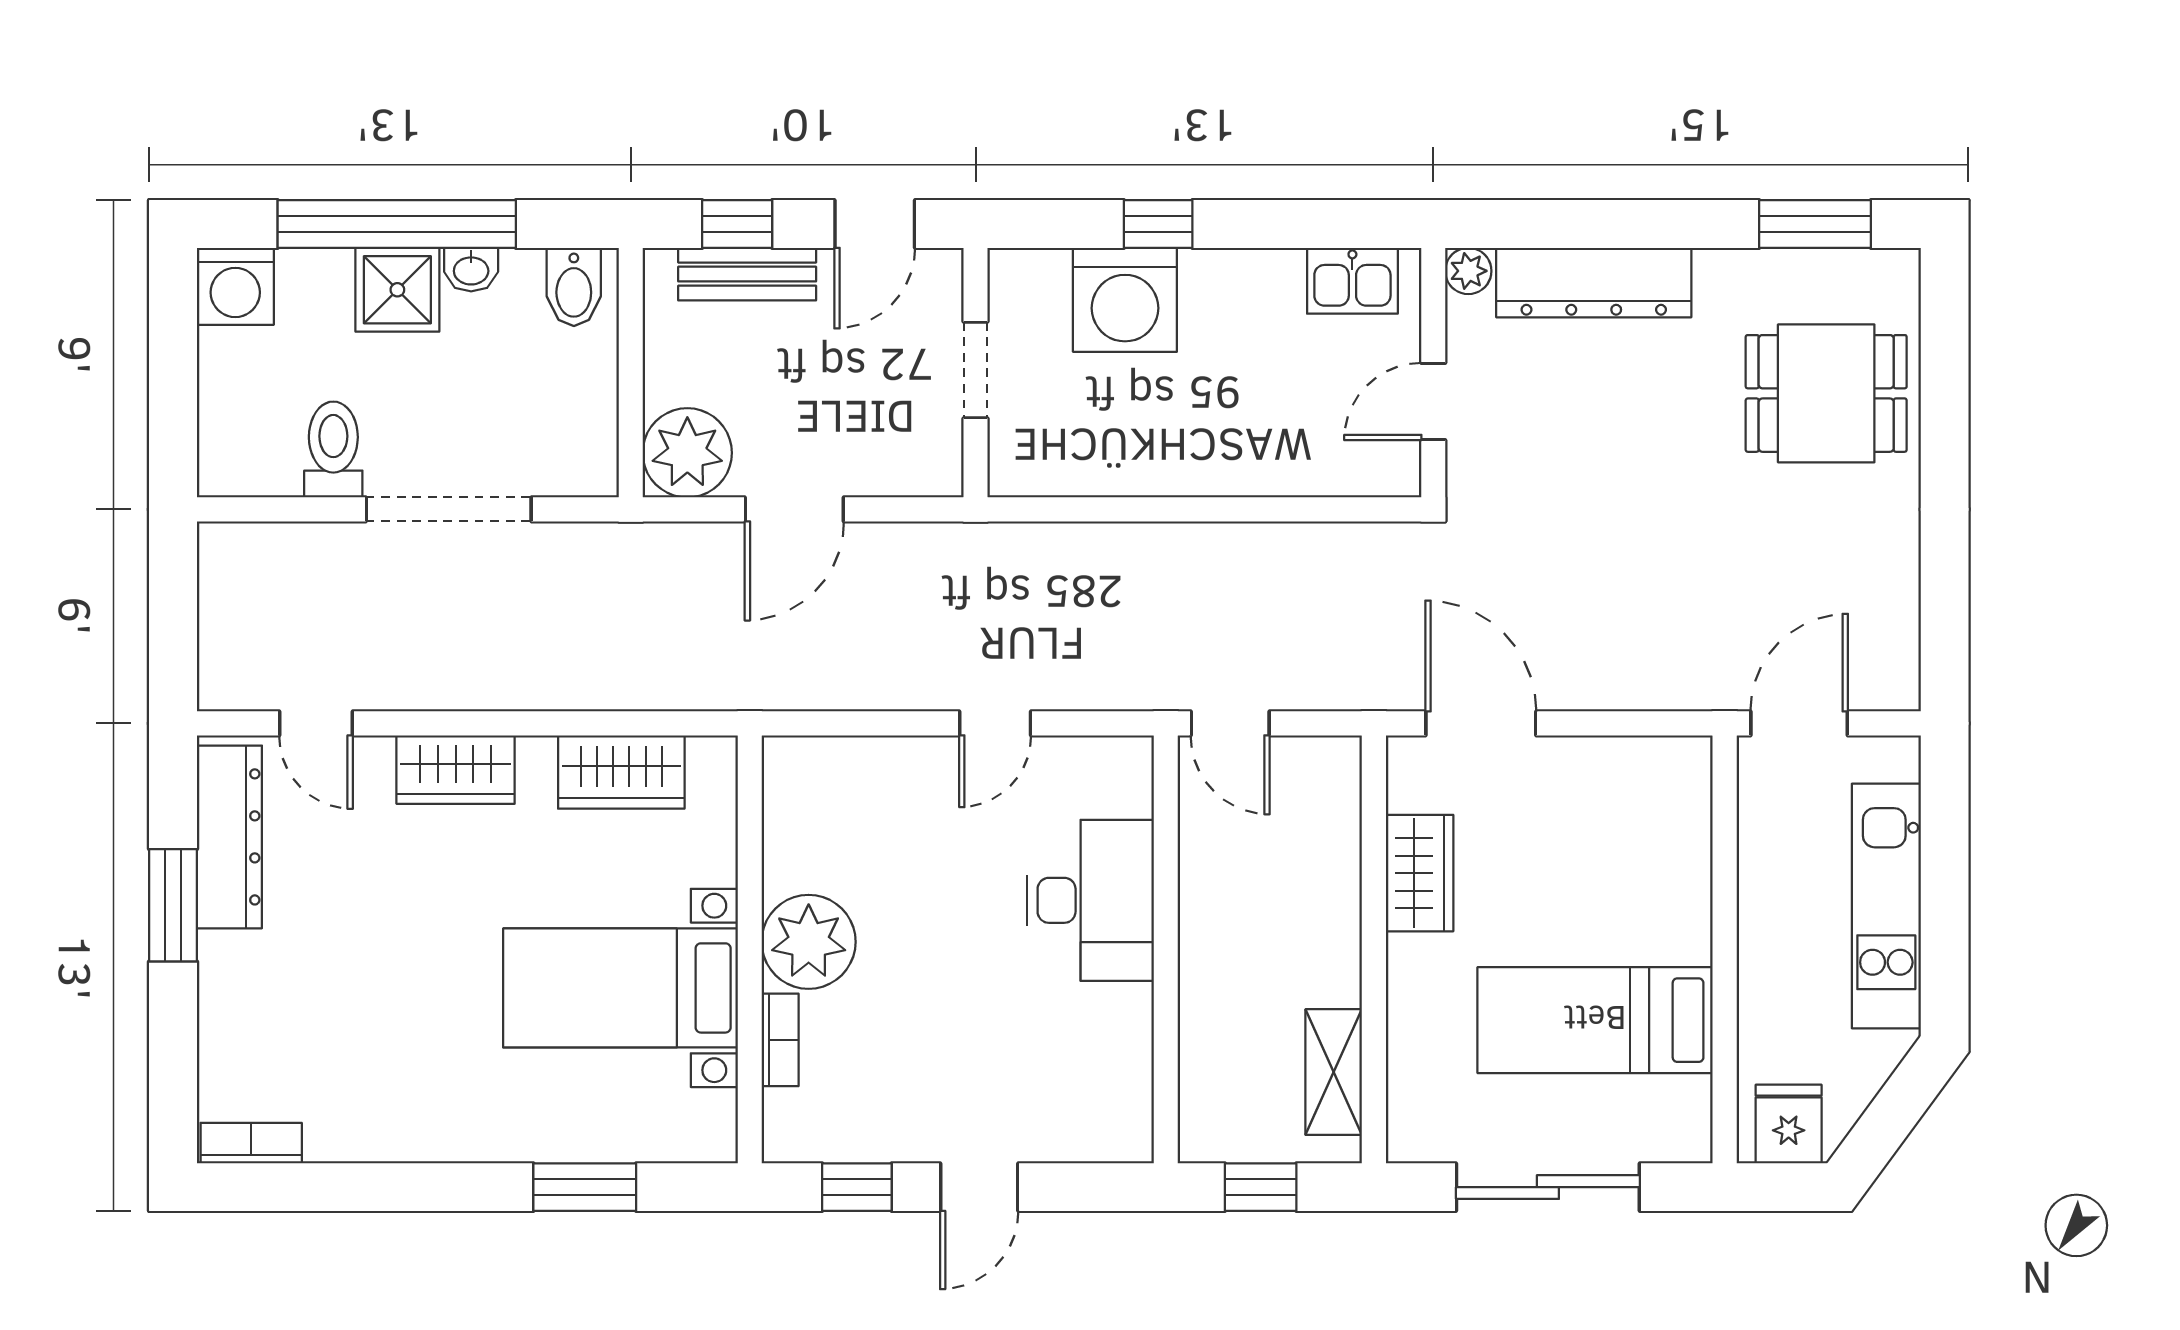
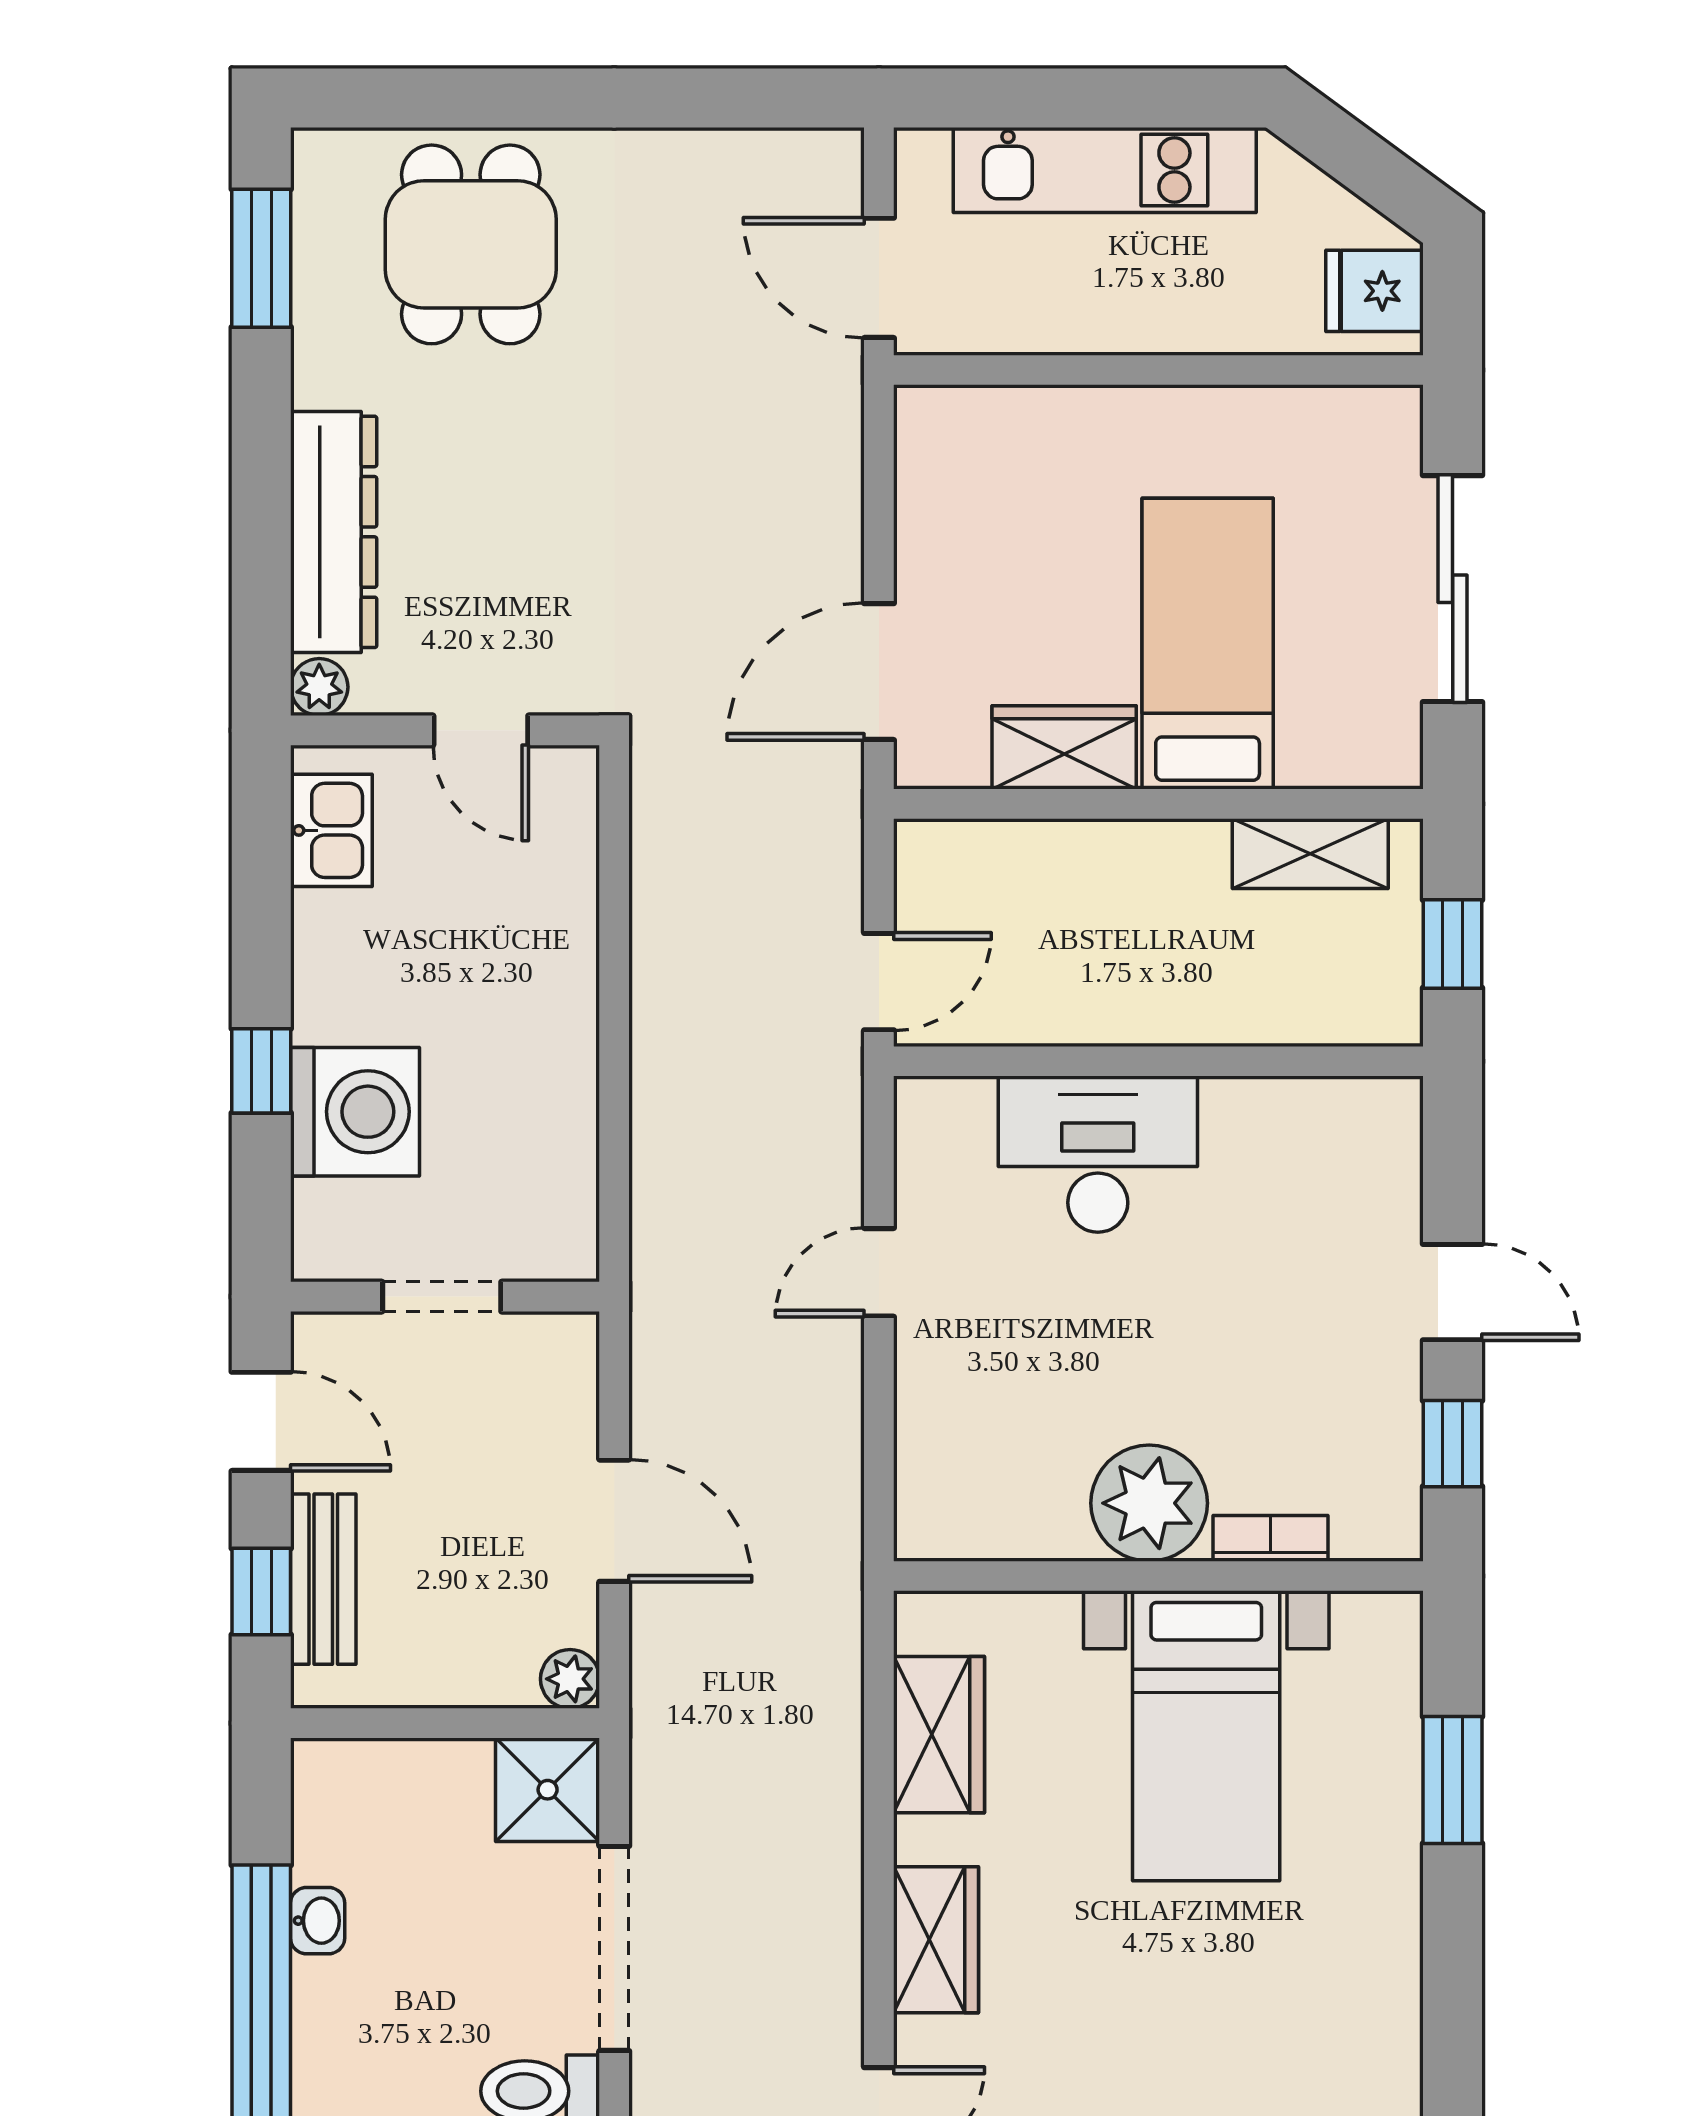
bidet: (574, 287) -> (339, 1794), removed
shower: (397, 290) -> (548, 1790), moved
plant: (687, 453) -> (570, 1679), width x0.53, depth x0.53
door: (995, 723) -> (879, 1272), swing flipped
bed: (1595, 1020) -> (1208, 644), moved, turned 180

